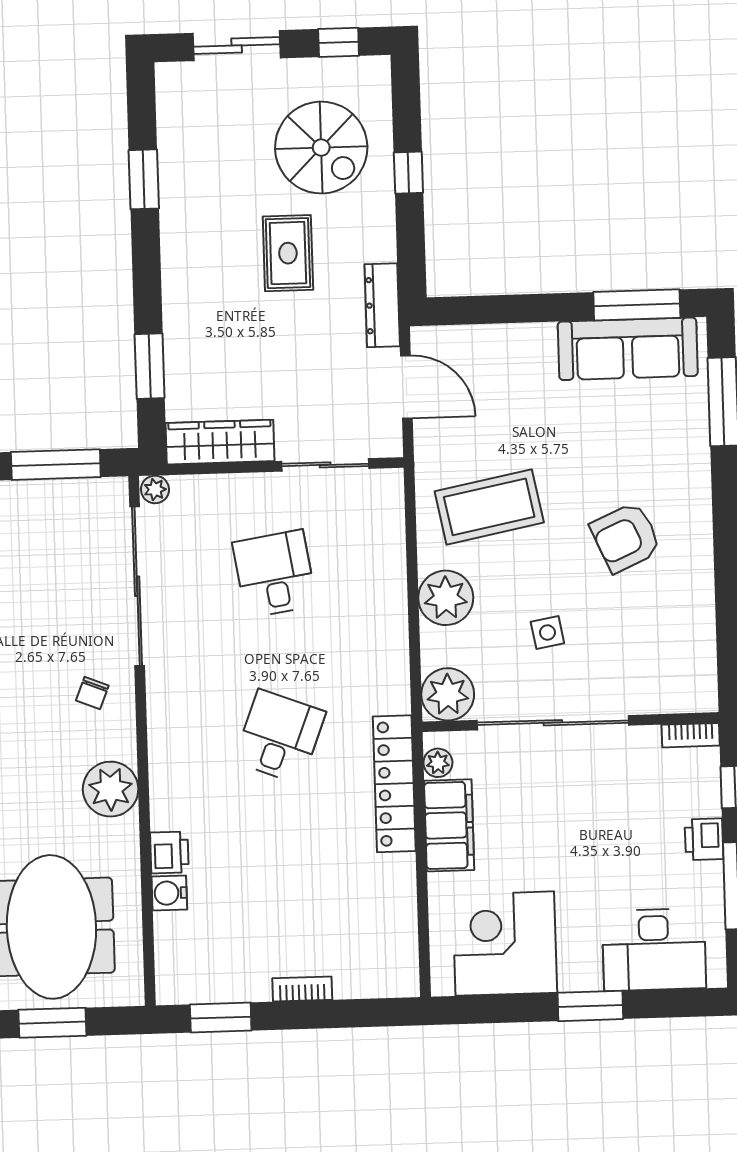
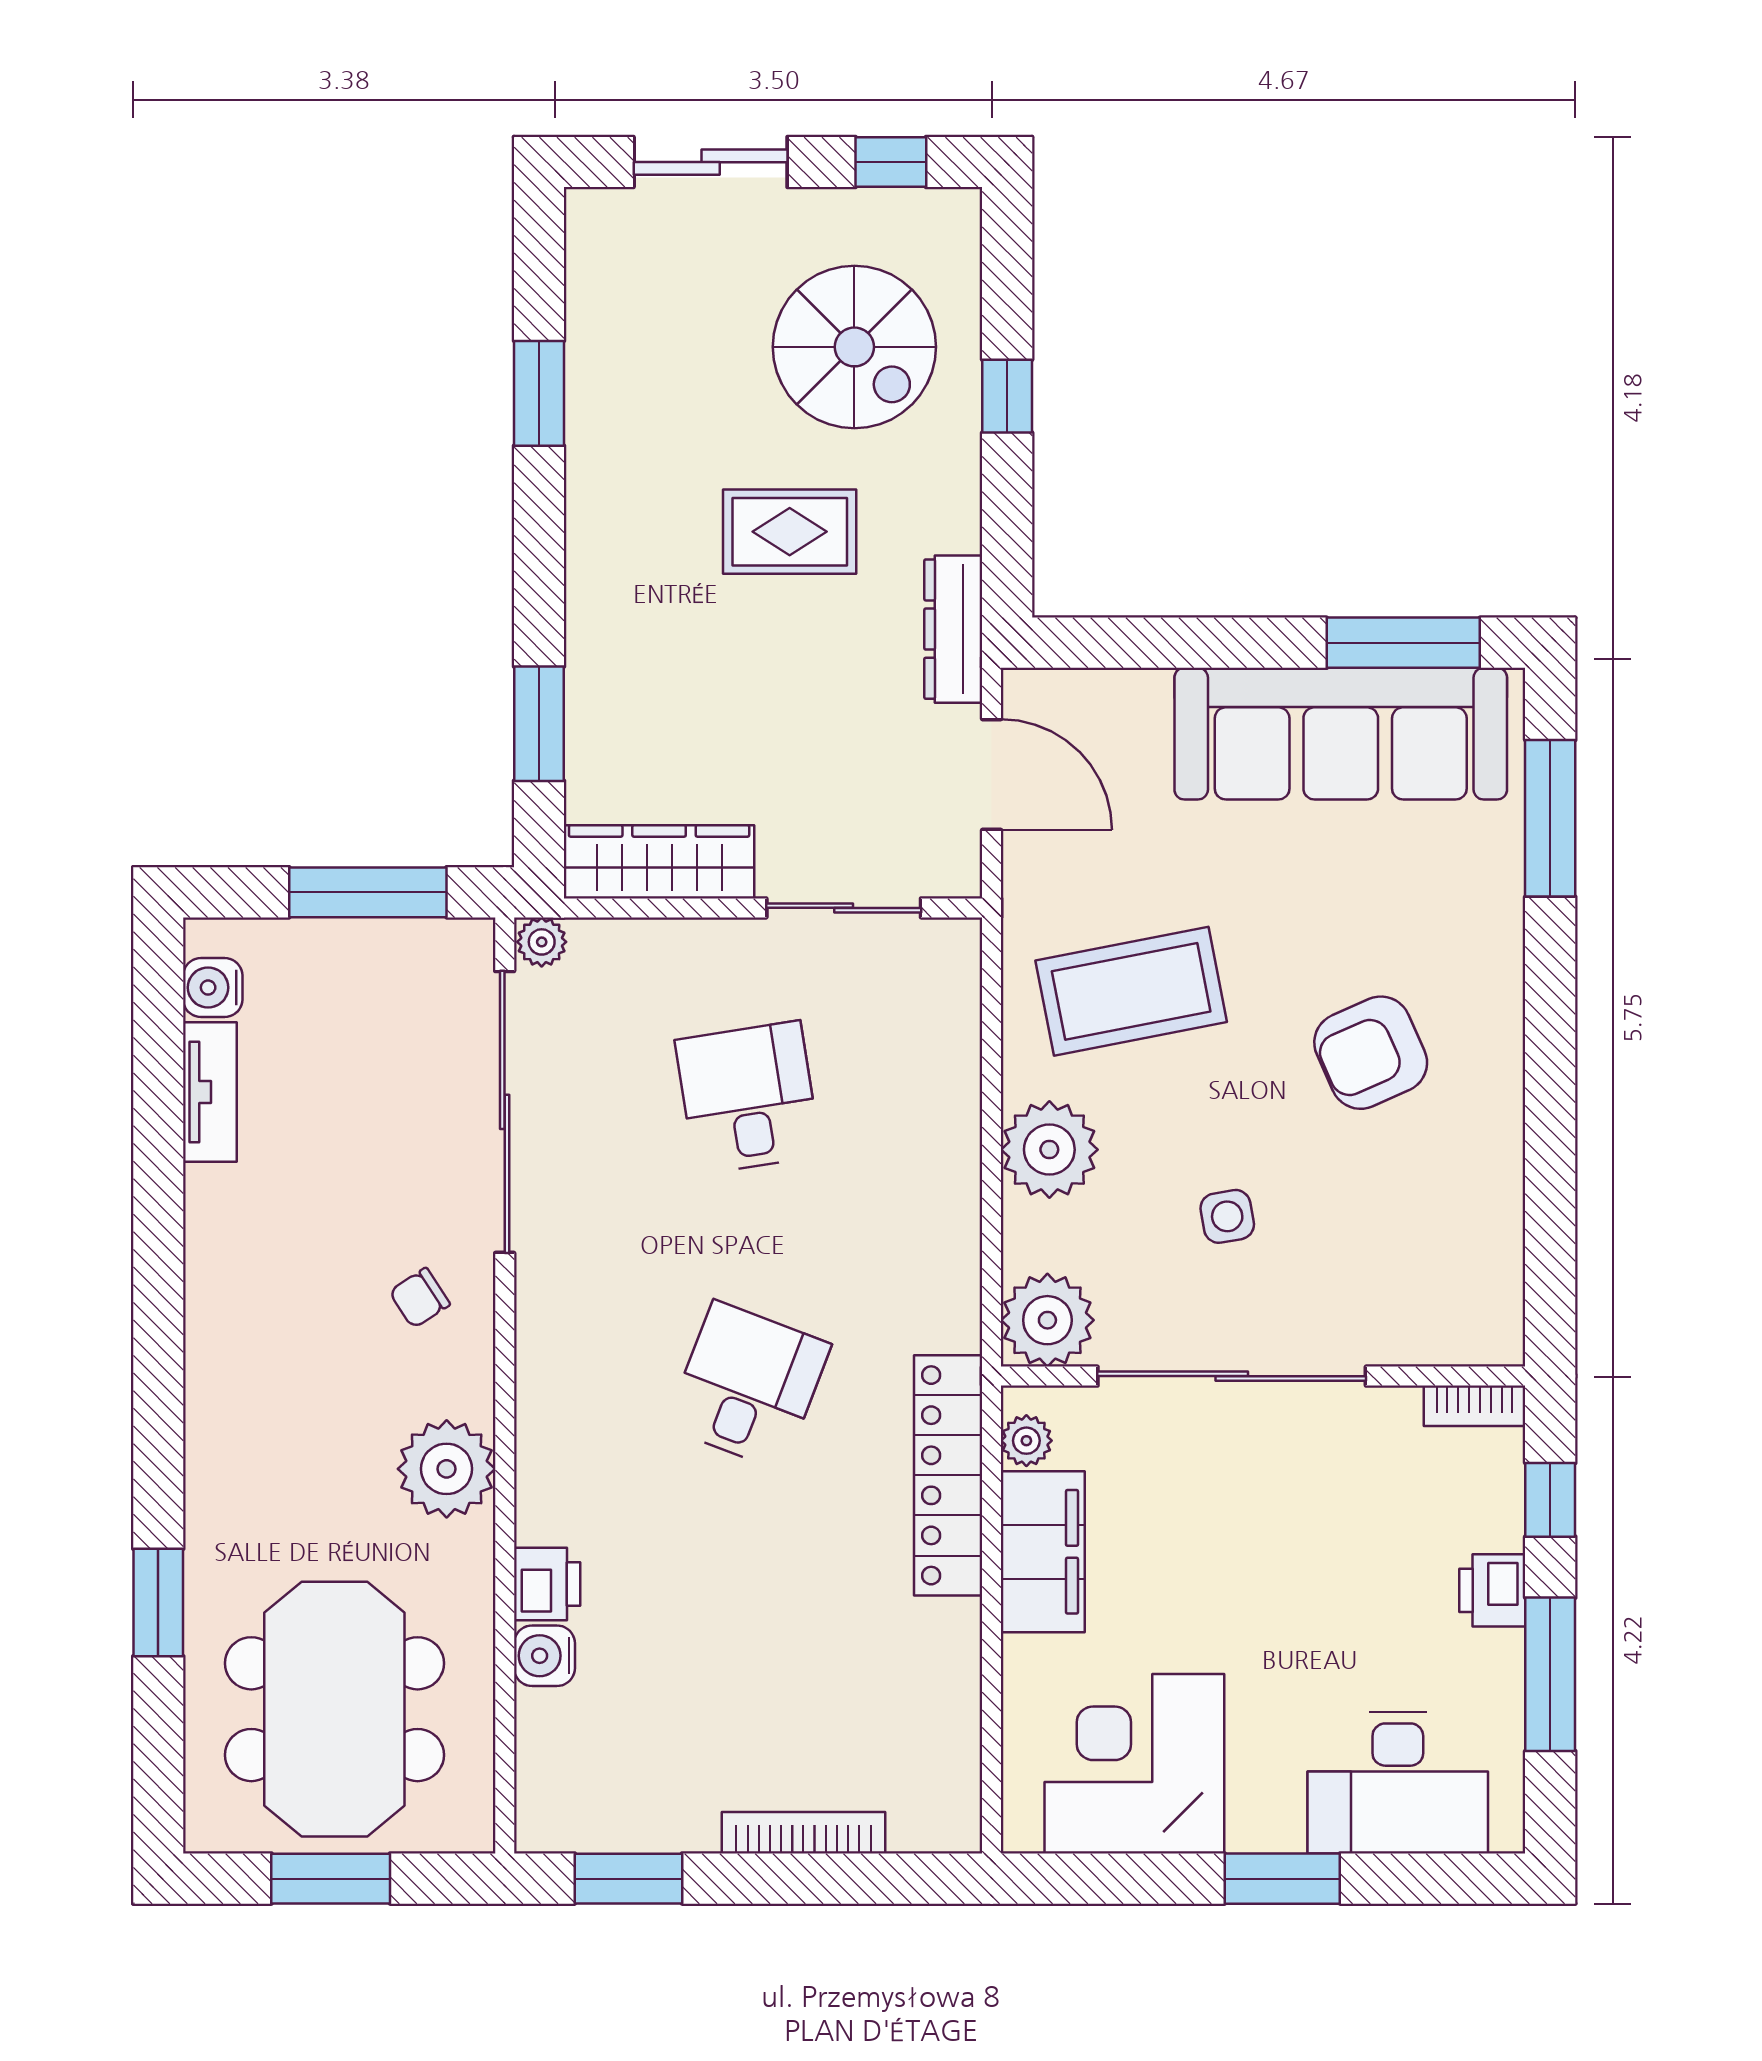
rug: (288, 253) -> (790, 532), turned 90
sofa: (628, 349) -> (1341, 734), width x1.36, depth x1.27
chair: (92, 693) -> (420, 1298), turned 35
bookcase: (302, 989) -> (803, 1833), width x1.56

